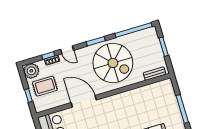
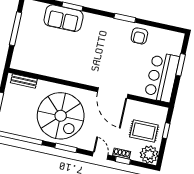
spiral stairs: (113, 63) -> (61, 116), turned 180

